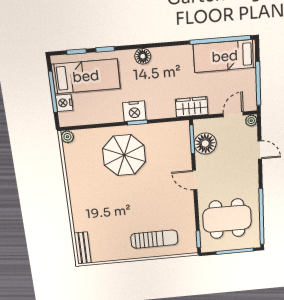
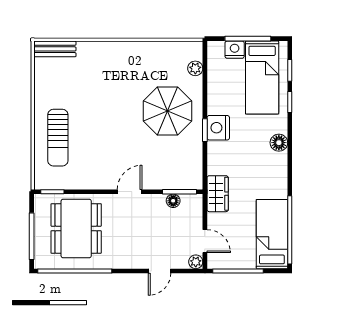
plant: (67, 137) -> (195, 68), moved
floor lamp: (205, 144) -> (173, 201), width x0.53, depth x0.53

